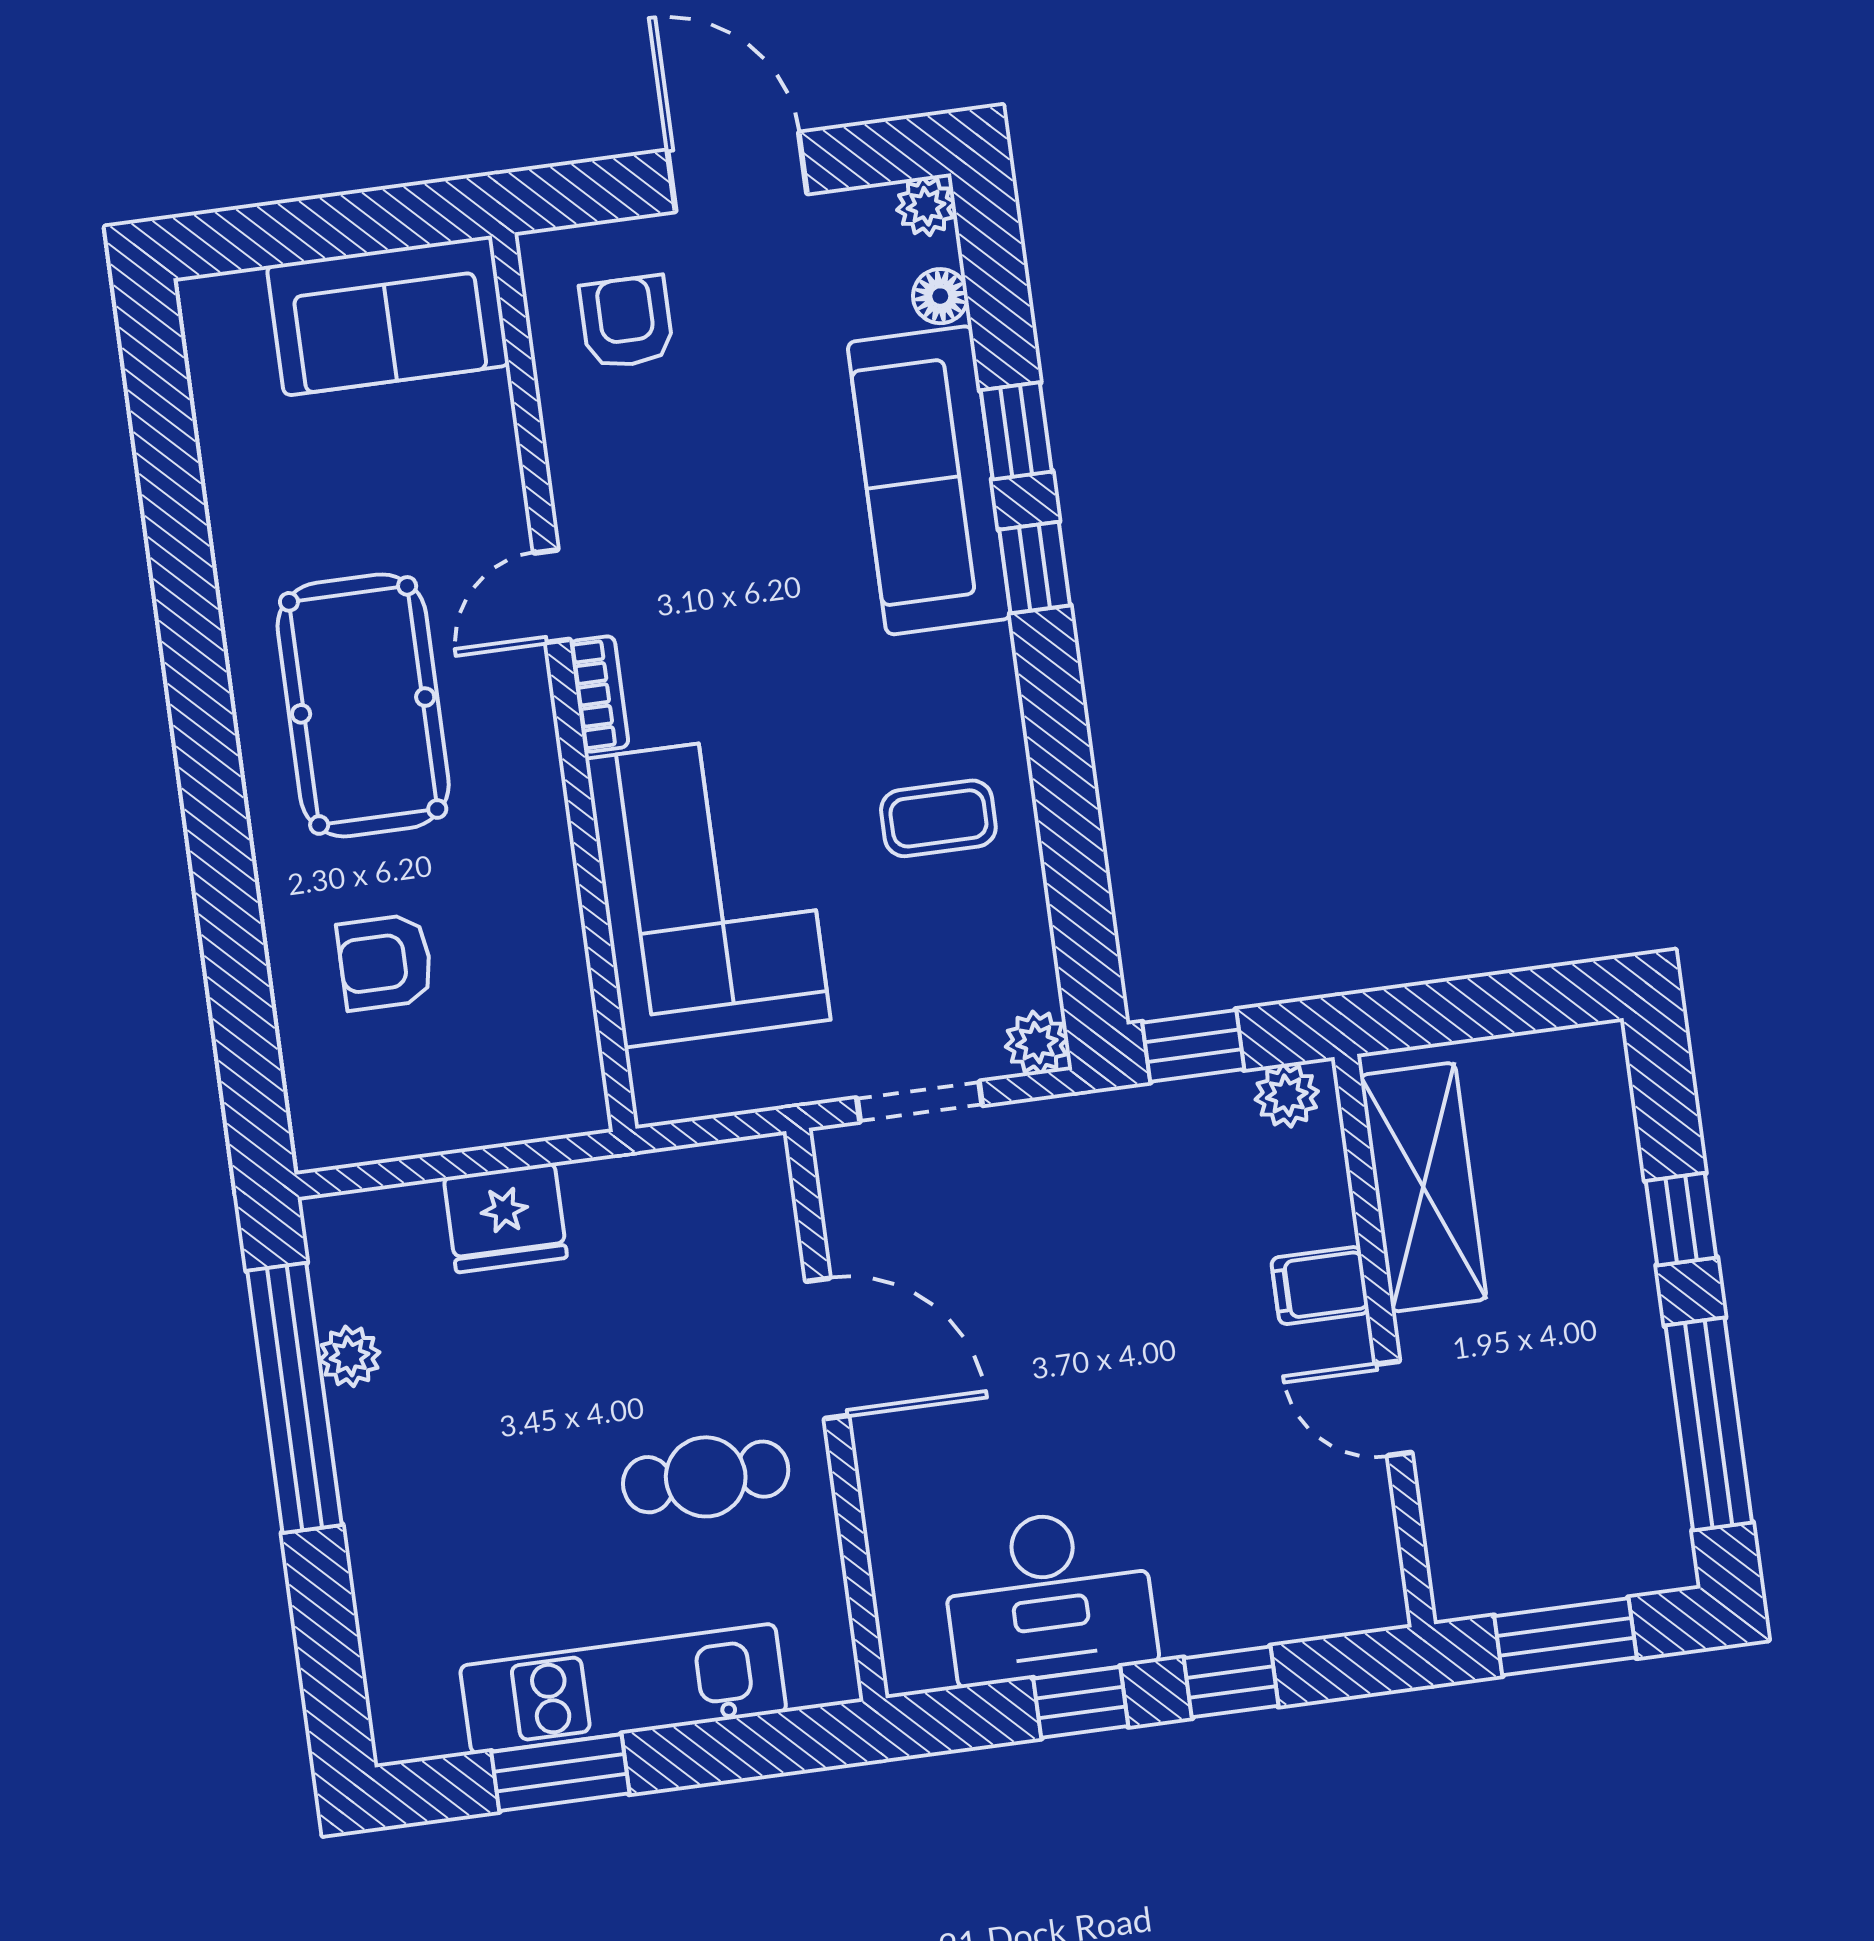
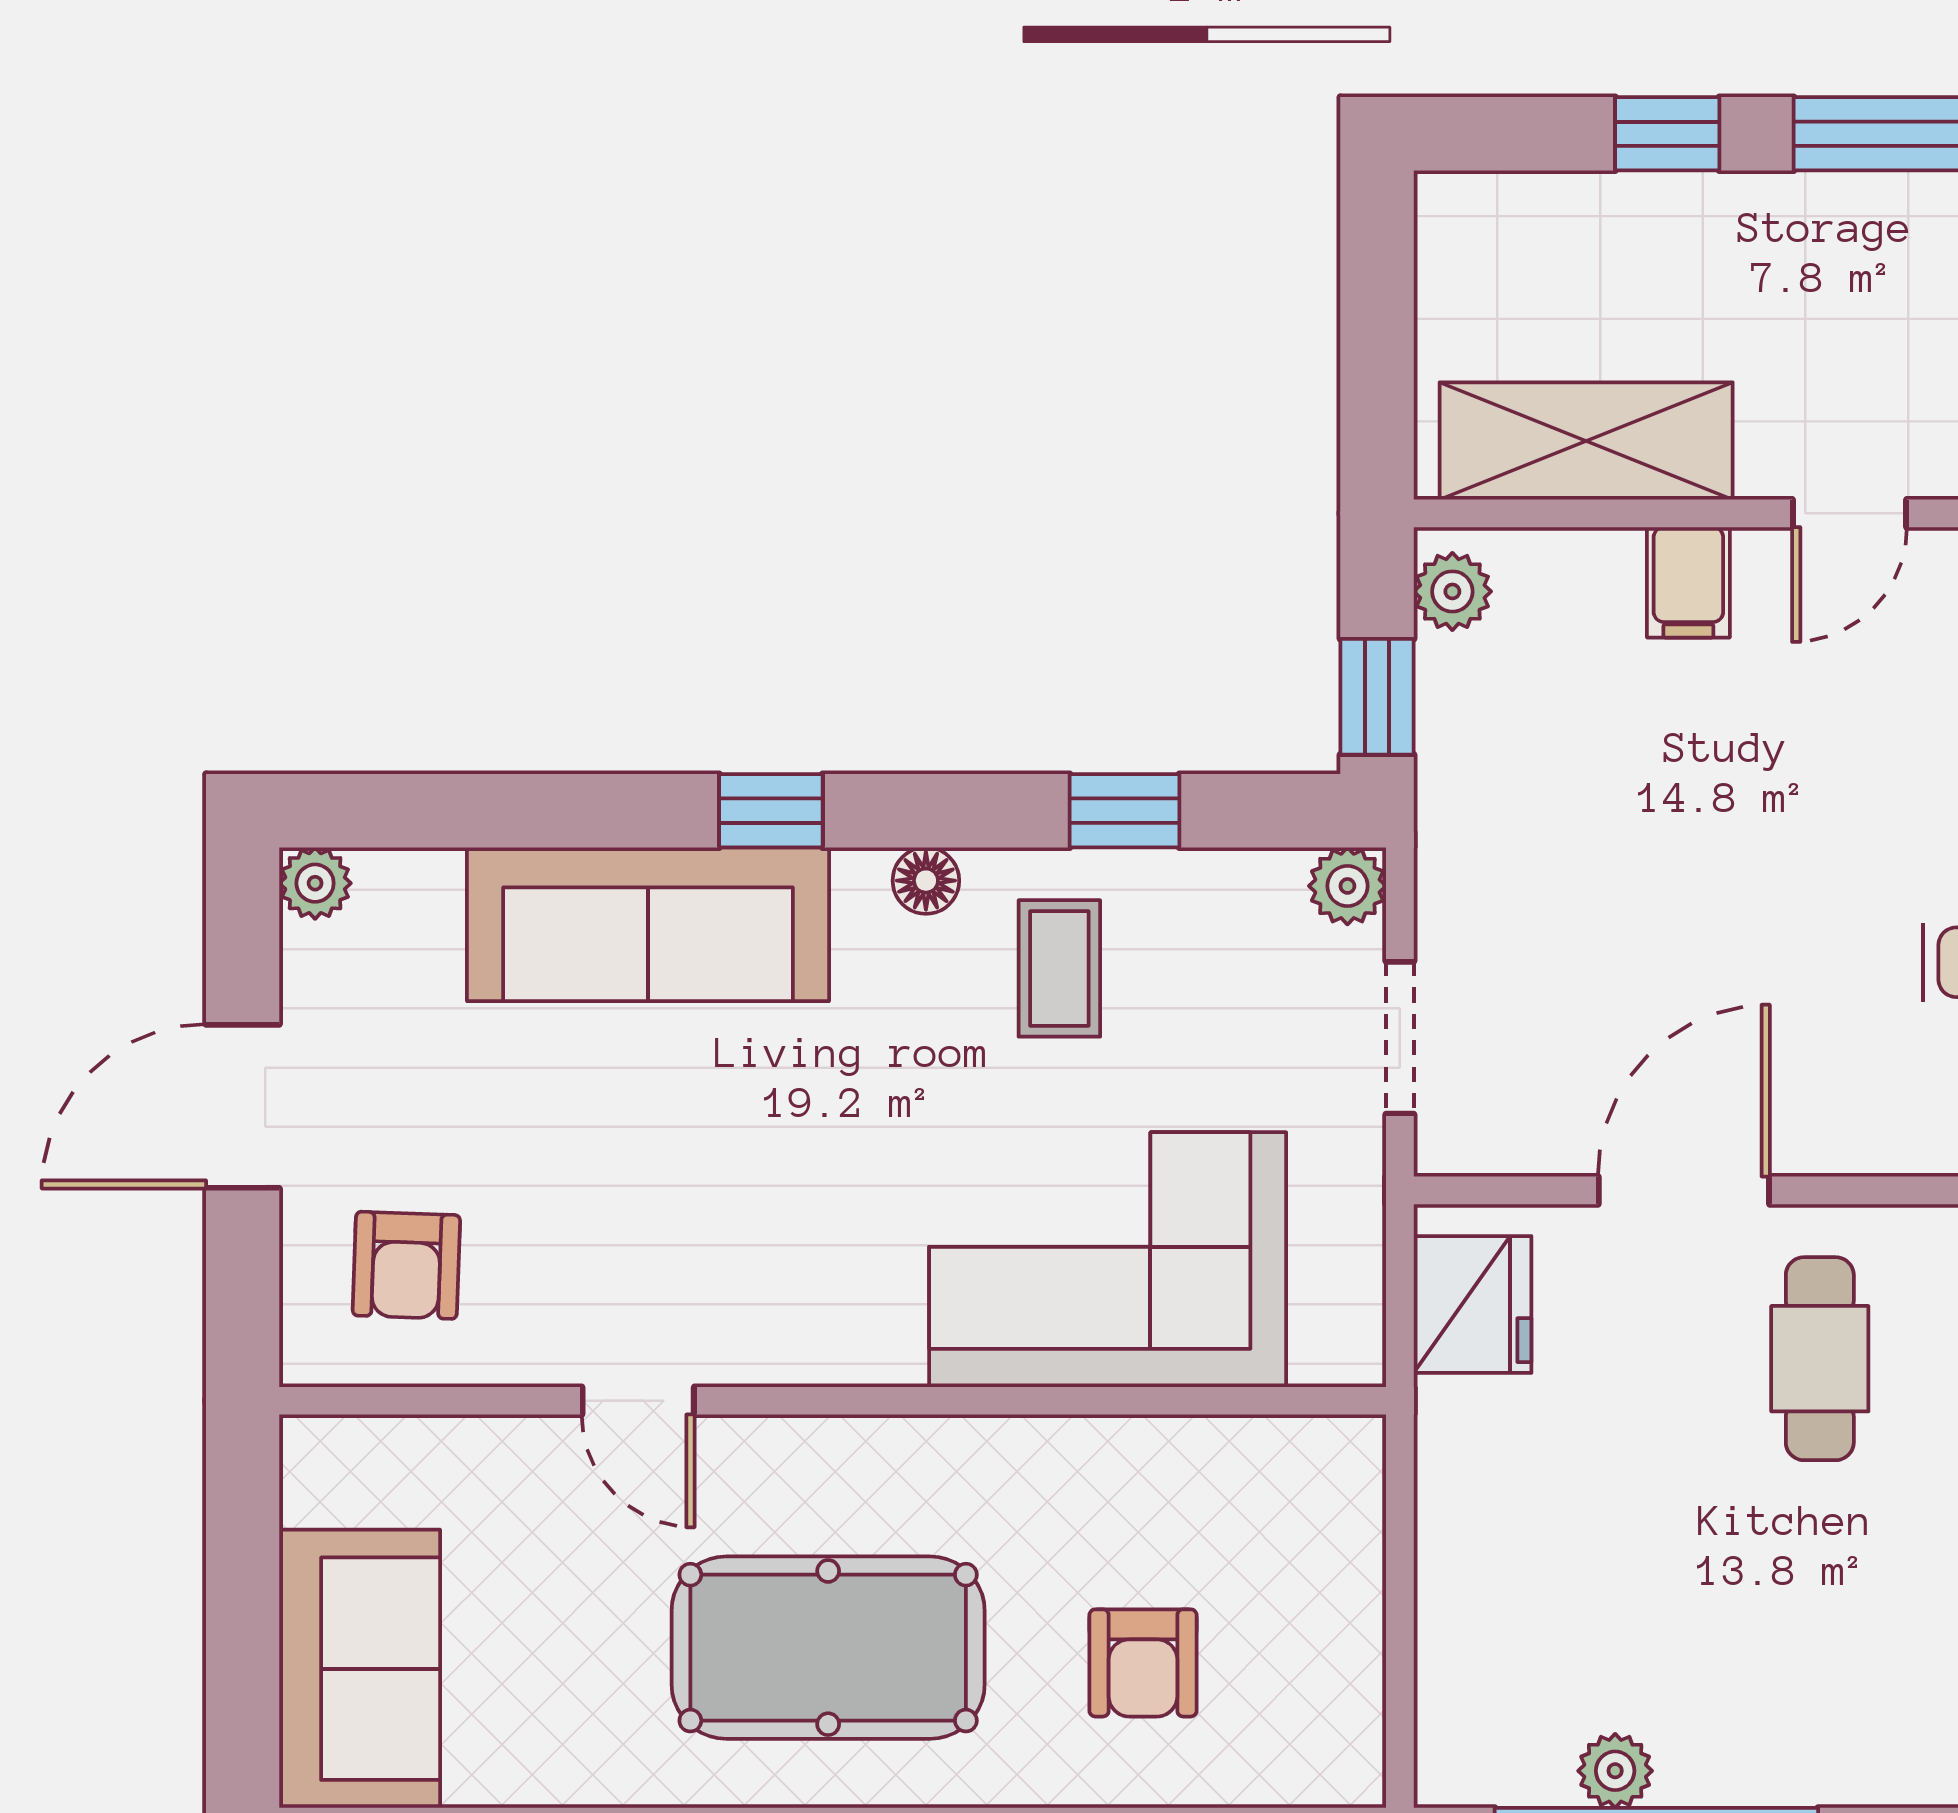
floor lamp: (940, 296) -> (926, 881), moved
sofa: (388, 316) -> (360, 1669), moved
armchair: (627, 322) -> (406, 1265), turned -88
window: (1016, 431) -> (1124, 811), moved
door: (552, 596) -> (638, 1401), moved
bookcase: (599, 694) -> (853, 1359), removed
fridge: (505, 1218) -> (1472, 1305), moved

